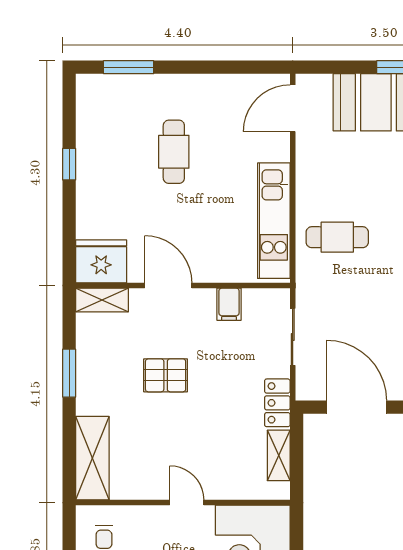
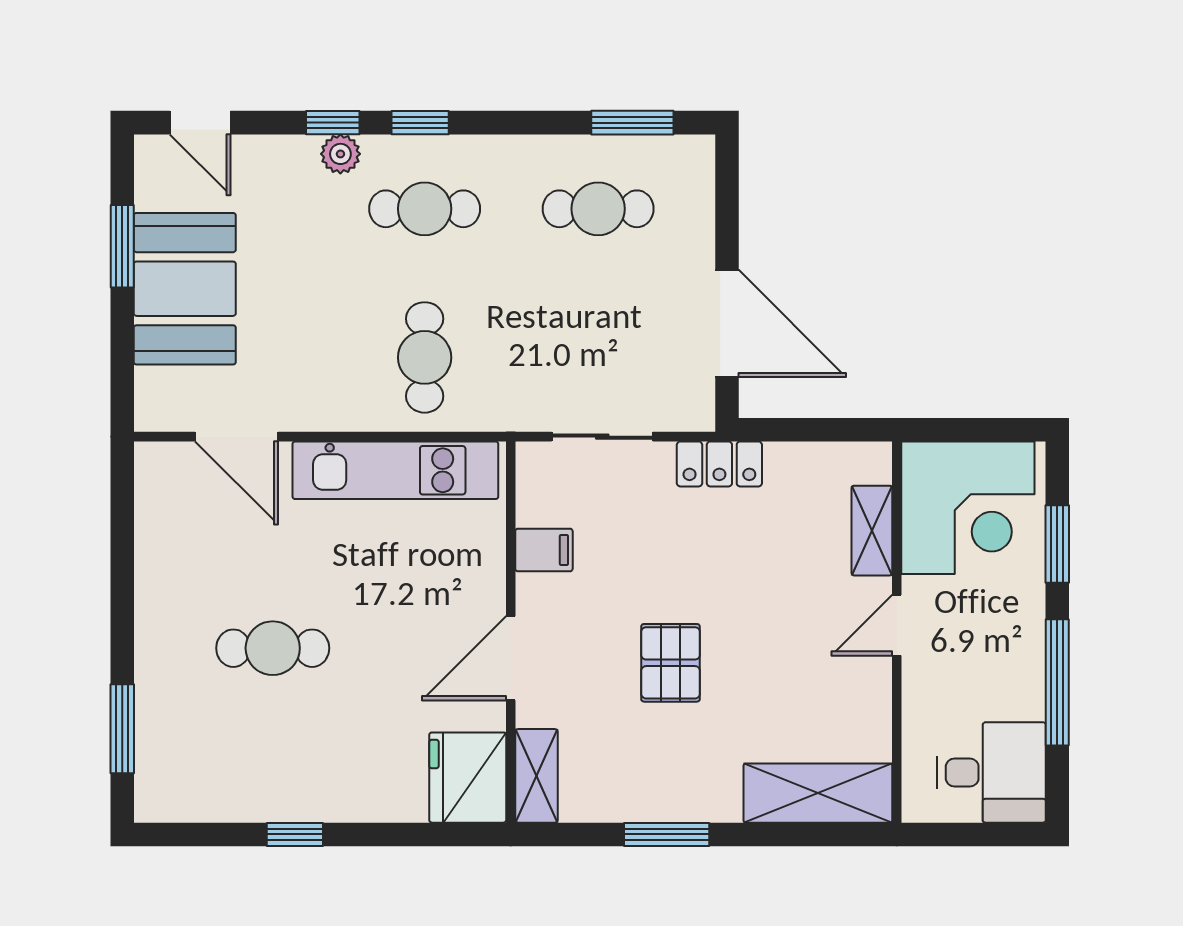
door: (293, 108) -> (236, 437), moved
door: (356, 407) -> (727, 323), swing flipped
shelving: (279, 455) -> (872, 531), moved, turned 90

